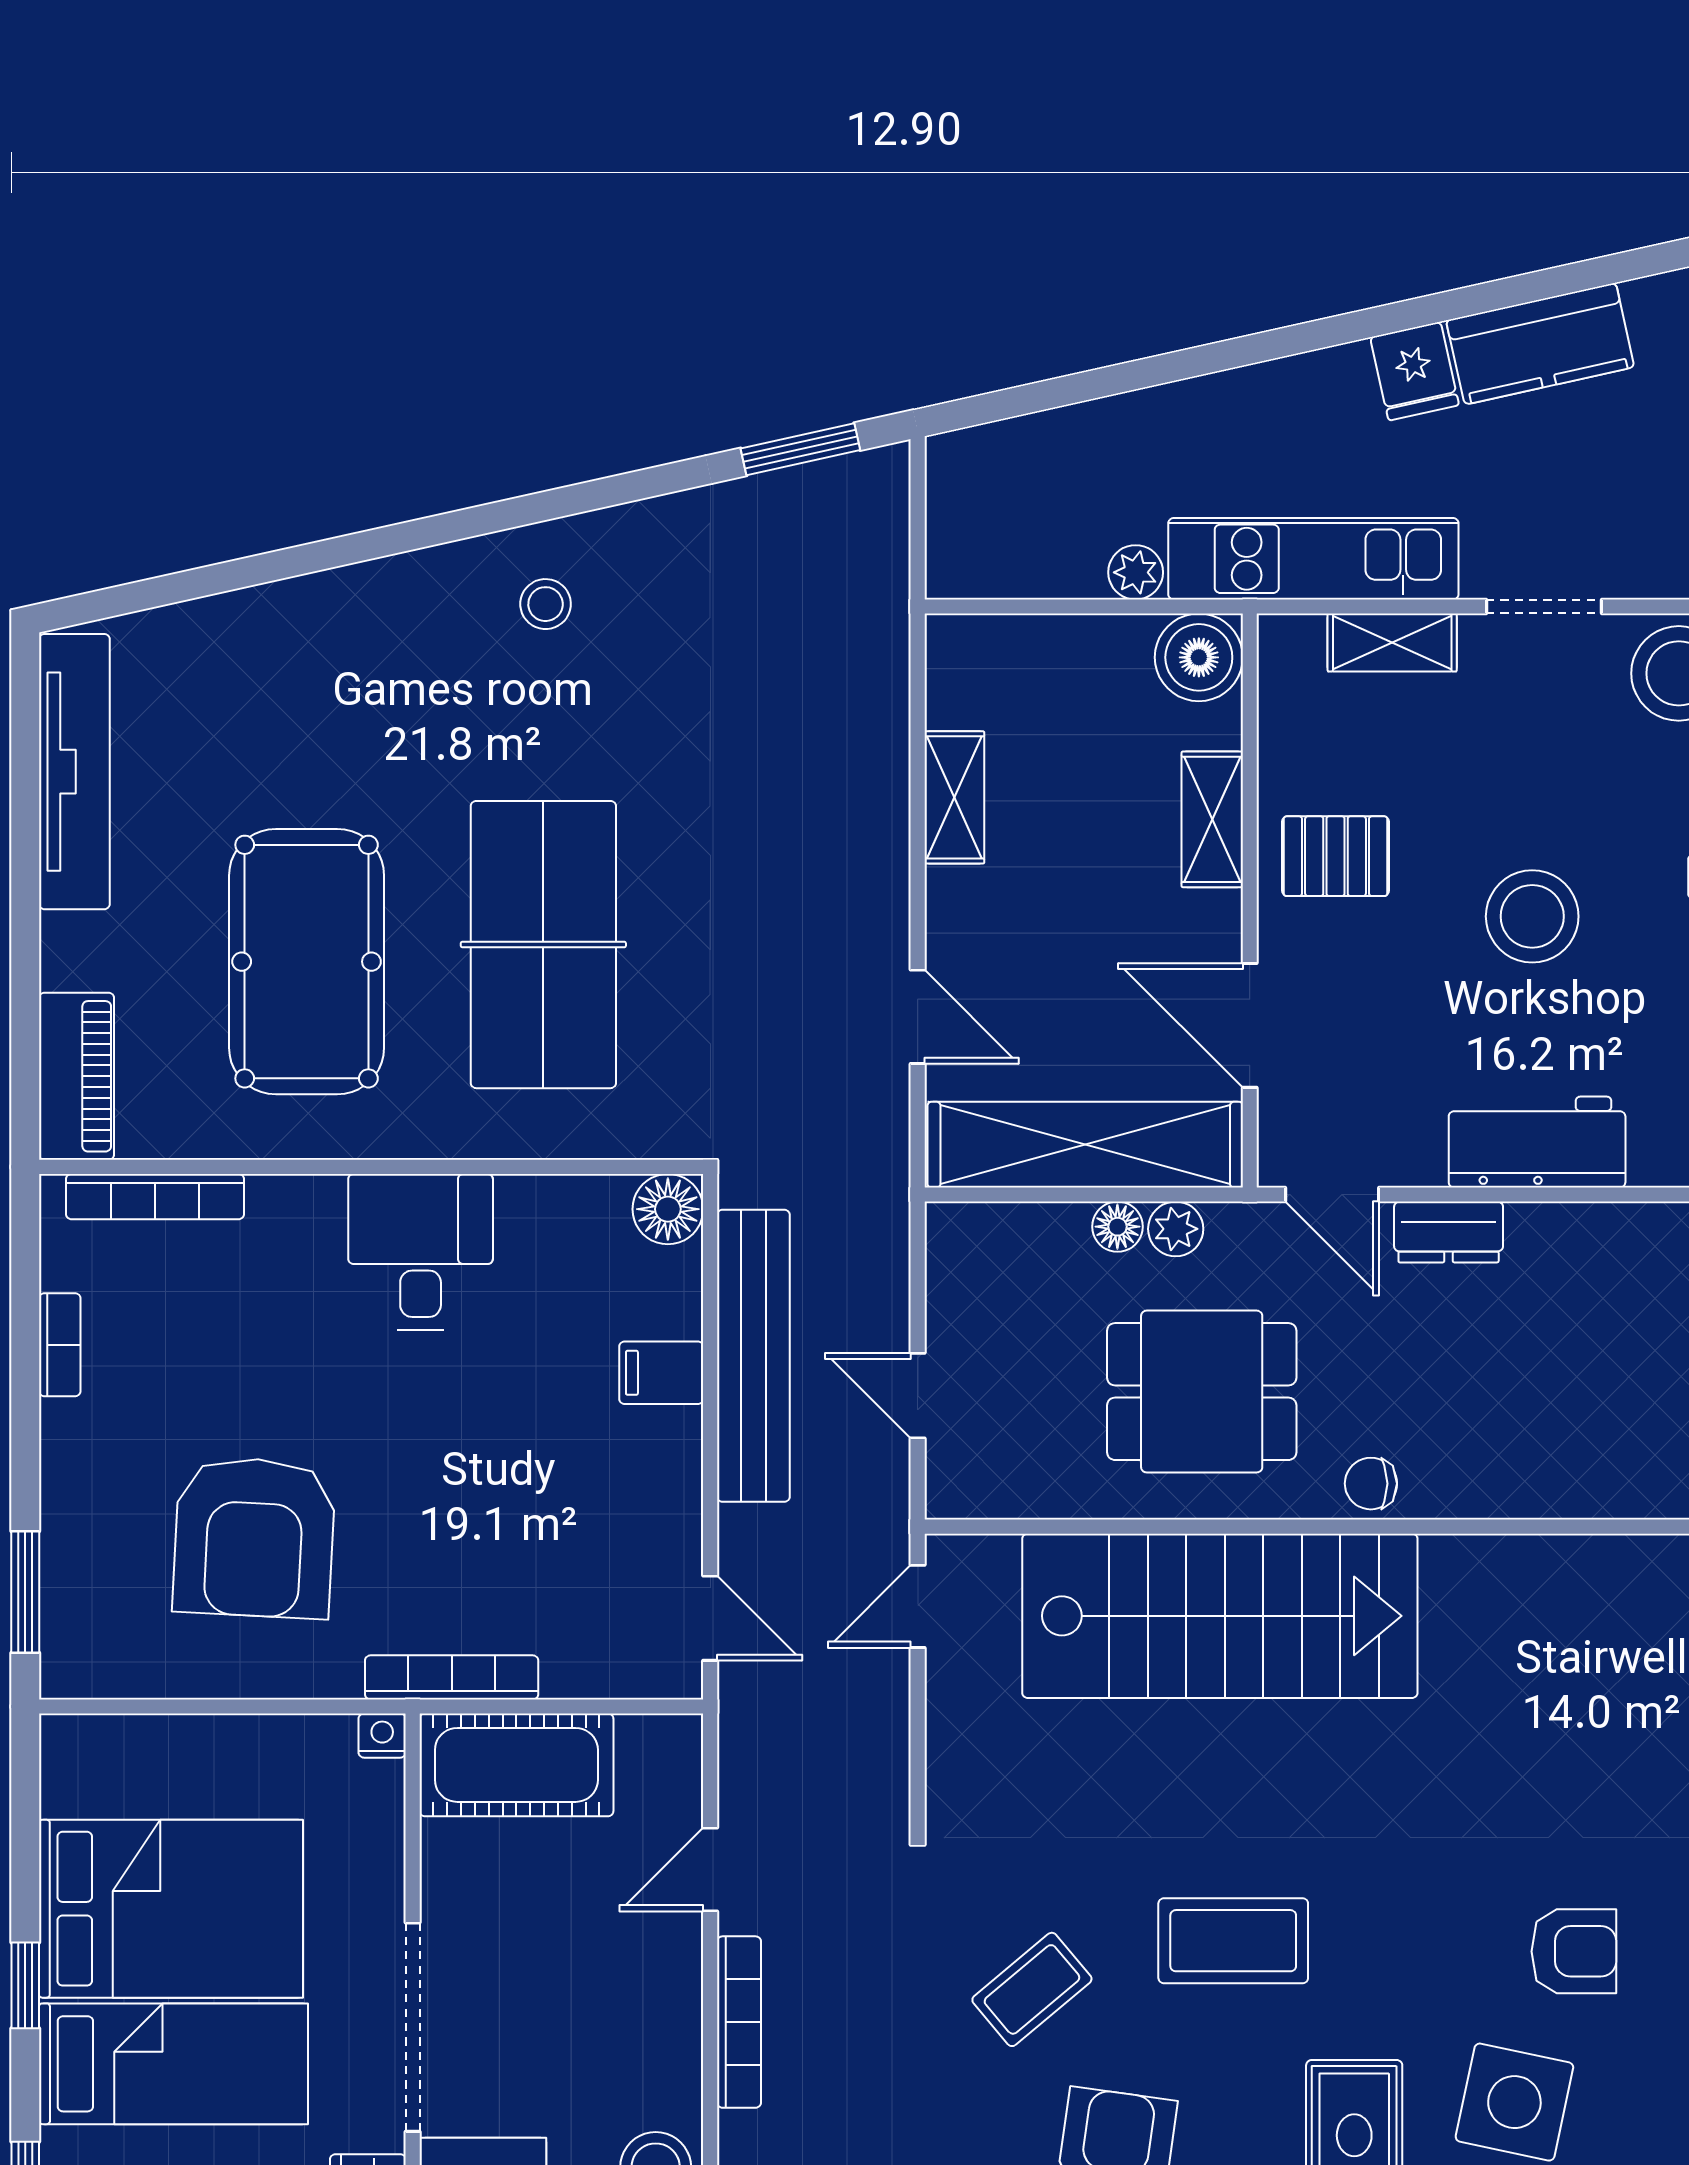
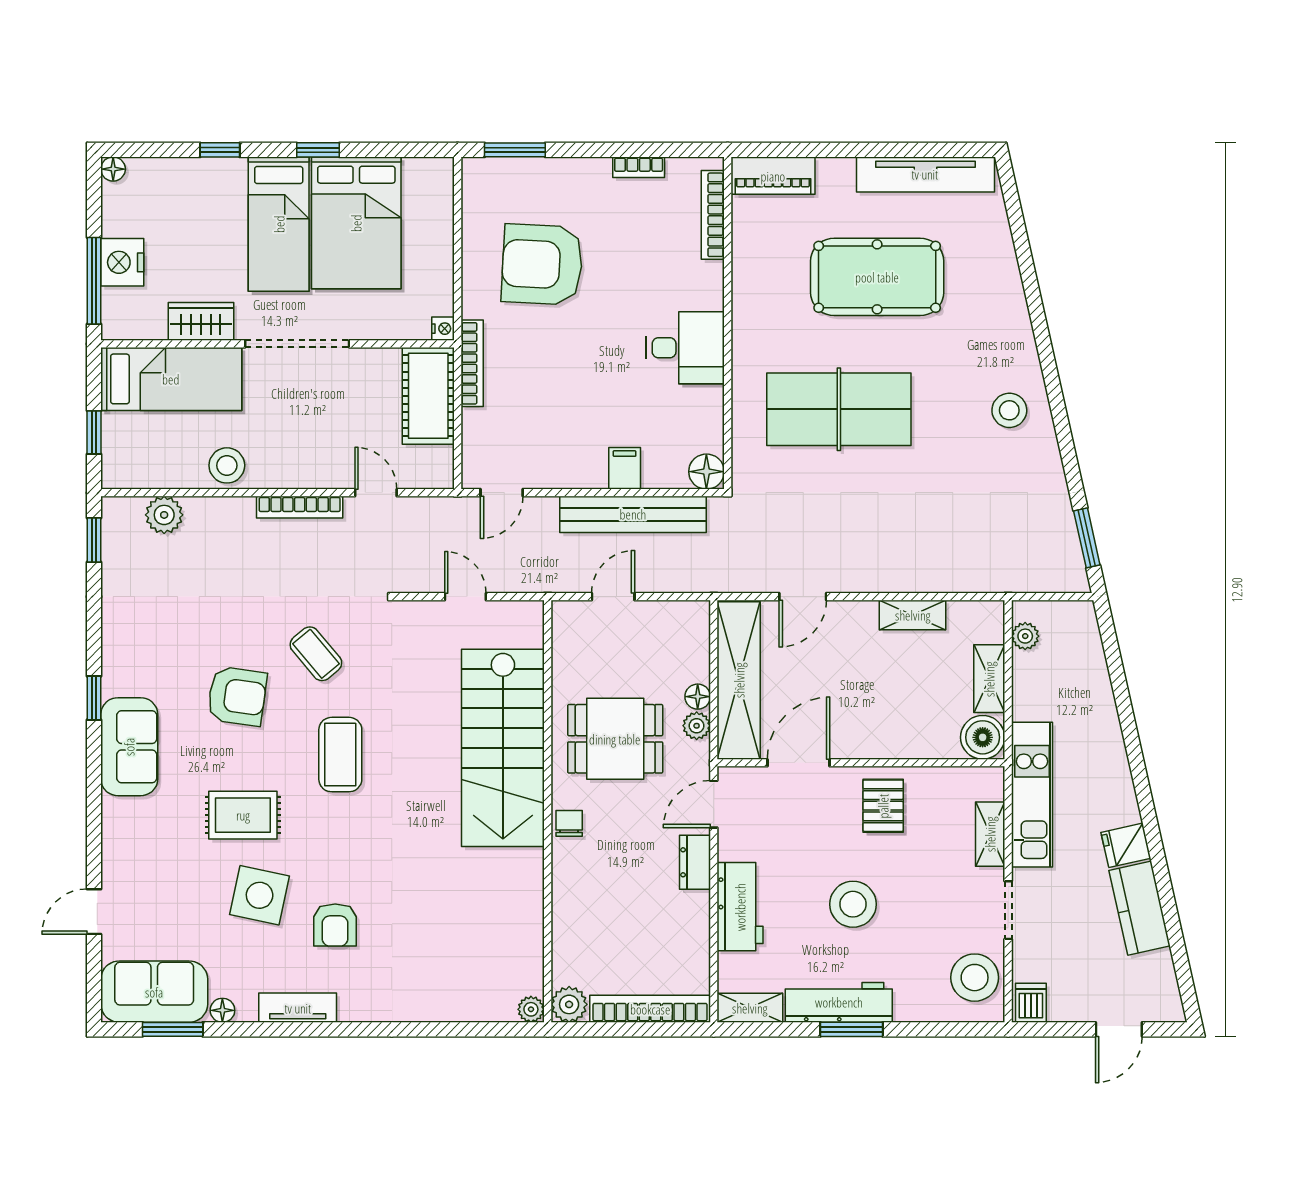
plant: (1136, 572) -> (1025, 636), moved
stool: (546, 604) -> (1009, 410), width x1.37, depth x1.37
shelving: (1212, 819) -> (989, 679), moved, turned 90
pool table: (307, 962) -> (877, 277), moved
dining table: (1202, 1392) -> (615, 739), turned 90
door: (918, 1606) -> (465, 597), moved

